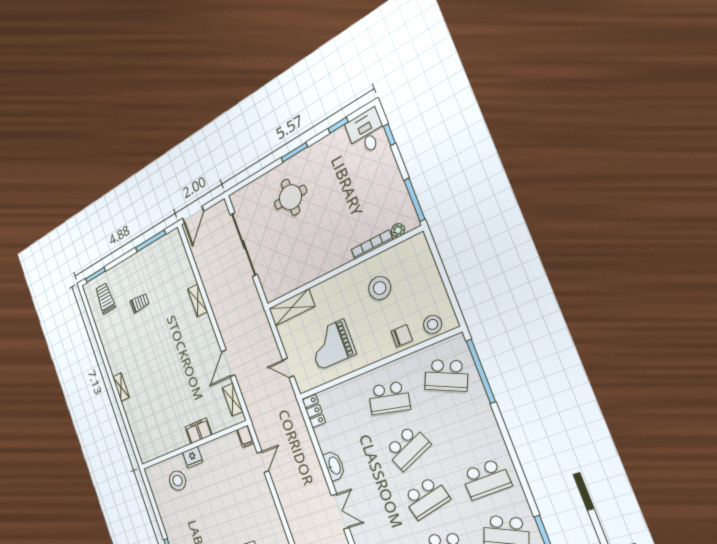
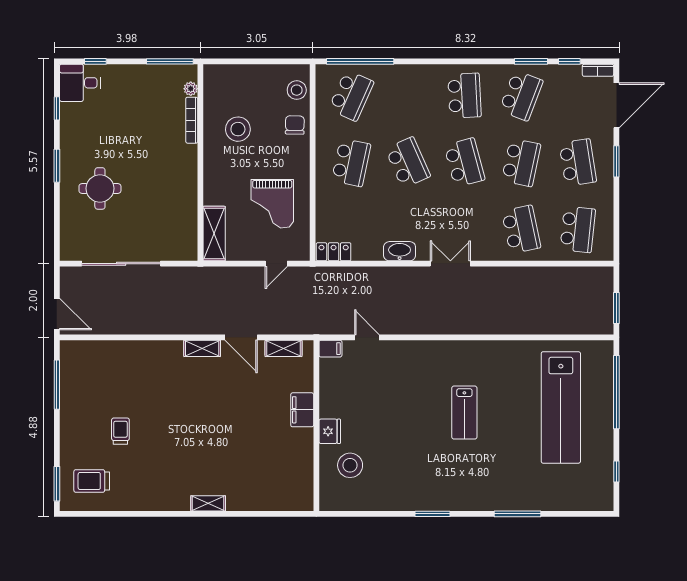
shelving: (198, 300) -> (202, 348), moved

